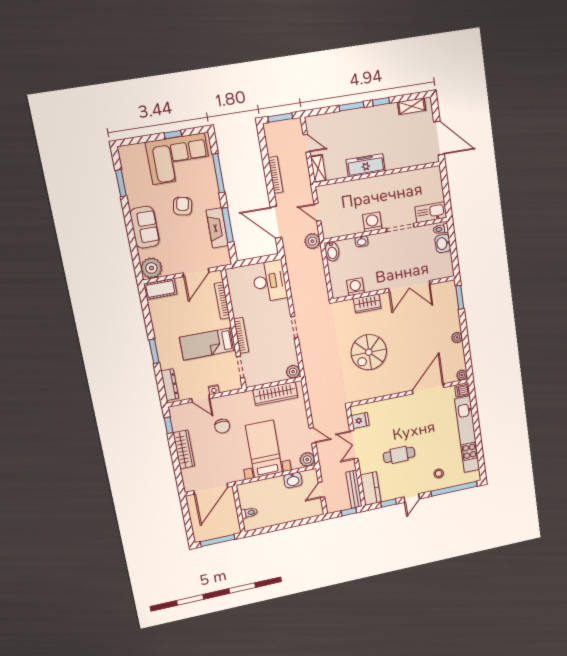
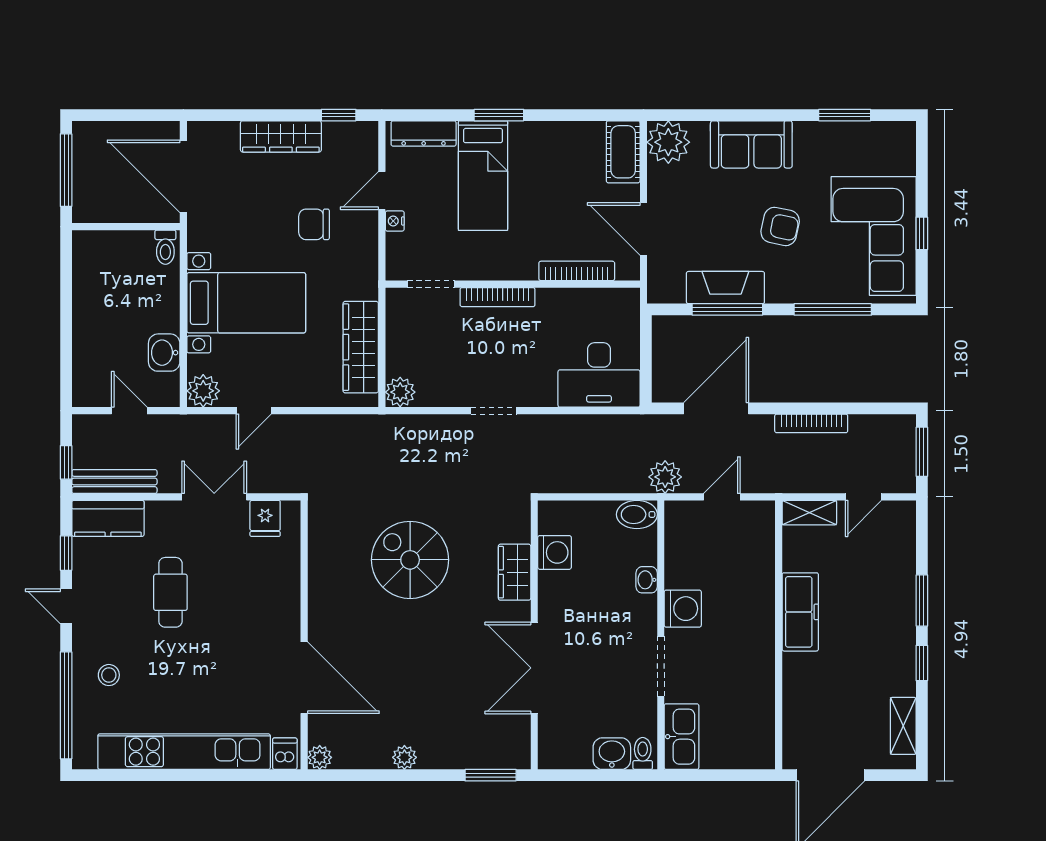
bed: (208, 344) -> (483, 176), moved, turned 180
toilet: (249, 513) -> (165, 247), moved

